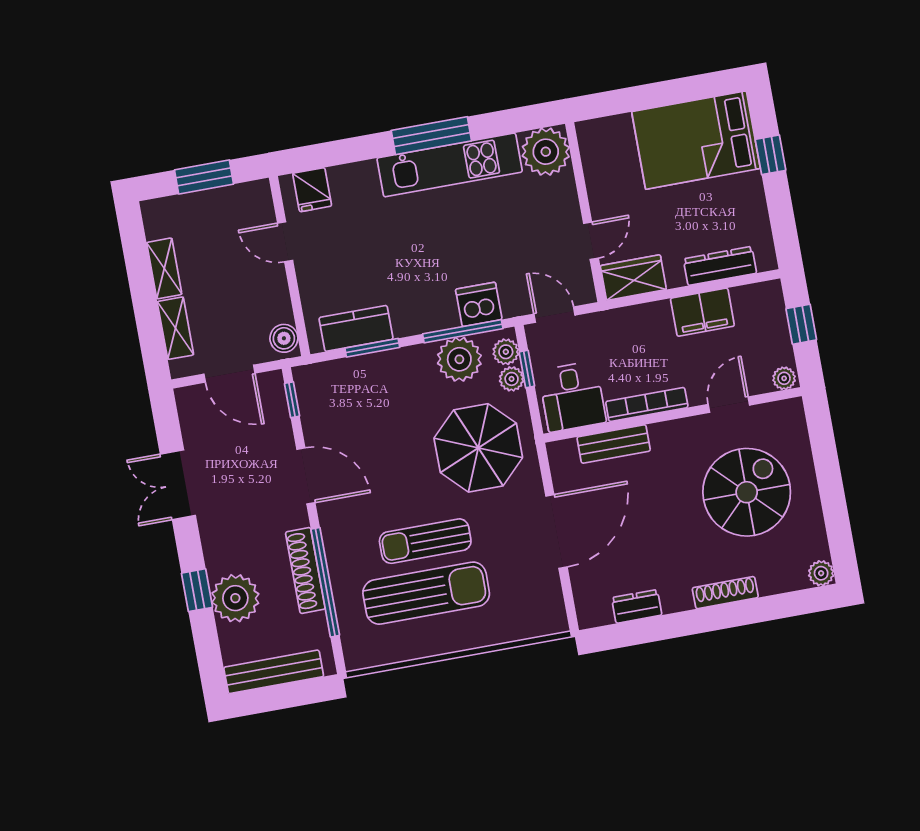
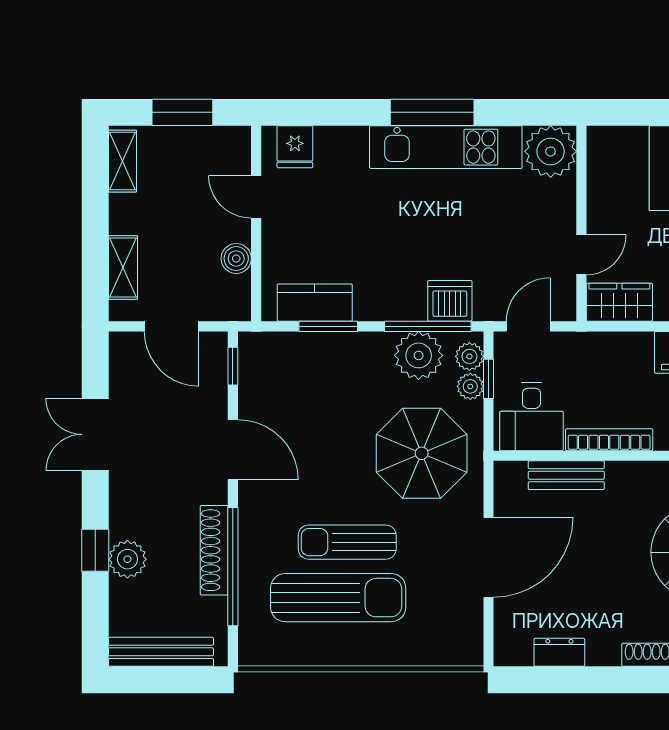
shelving: (164, 268) -> (123, 161), moved
door: (554, 315) -> (528, 326), hinge flipped
boiler: (284, 338) -> (236, 259), moved
plant: (235, 598) -> (127, 559), width x0.73, depth x0.73

